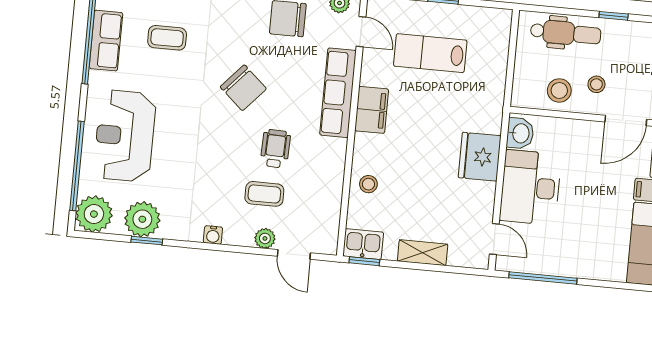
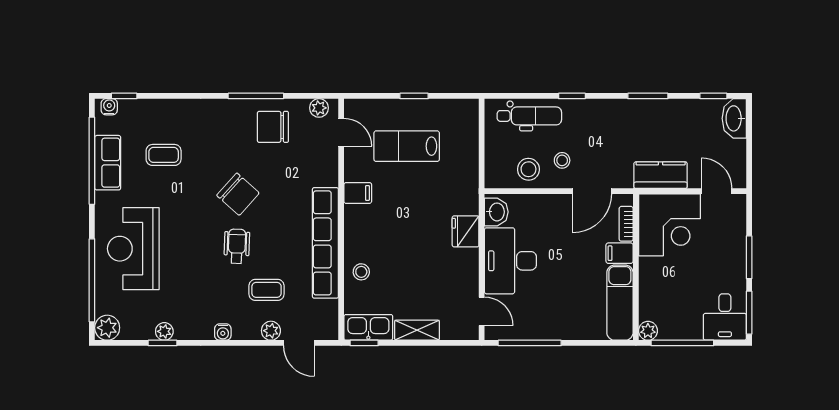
row of seats: (338, 93) -> (325, 243), moved, width x1.36
filing cabinet: (372, 110) -> (358, 193), width x0.50
wheelchair: (275, 149) -> (237, 246), moved
fridge: (480, 157) -> (466, 231), width x0.73, depth x0.75
plant: (94, 214) -> (107, 328), width x0.73, depth x0.73
plant: (142, 219) -> (164, 331), width x0.53, depth x0.53
kitchen sink: (363, 244) -> (368, 327), width x1.38

